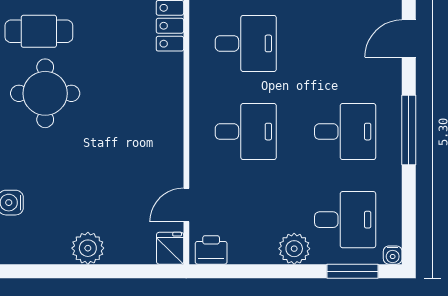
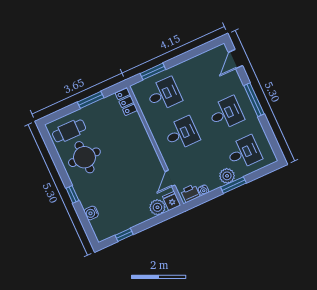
plant: (88, 248) -> (157, 207), moved
water cooler: (393, 255) -> (203, 190), moved
window: (53, 271) -> (124, 235), added
window: (353, 271) -> (233, 185), moved

